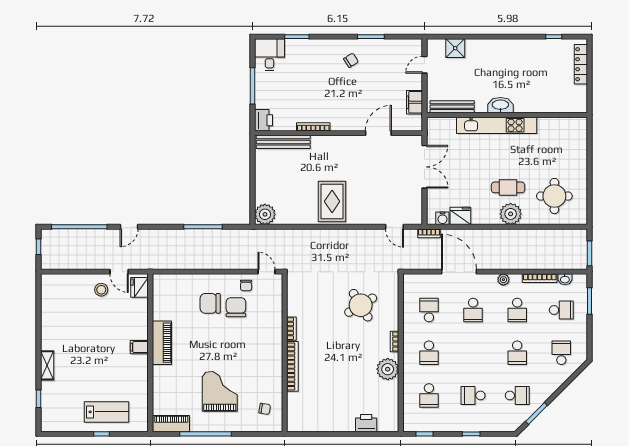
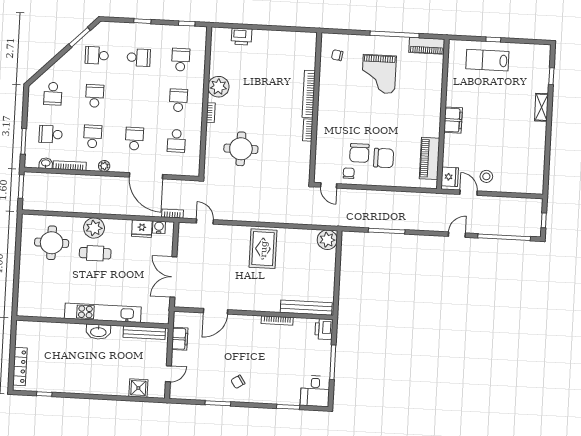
round table: (361, 305) -> (241, 149), turned 31
piano: (162, 343) -> (429, 158), moved
filing cabinet: (139, 347) -> (453, 120), width x2.00

